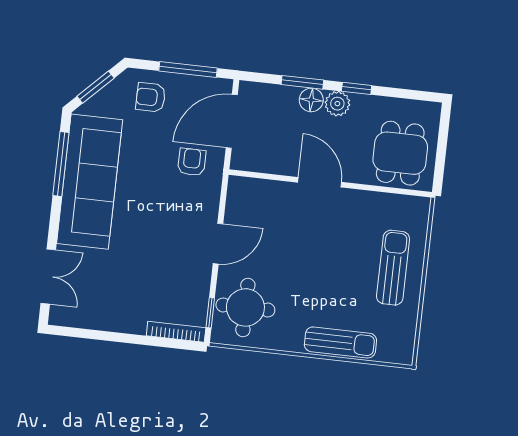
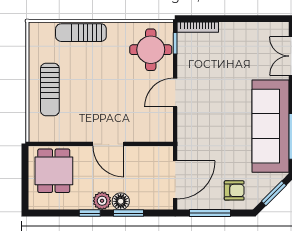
armchair: (192, 162) -> (200, 148), removed

